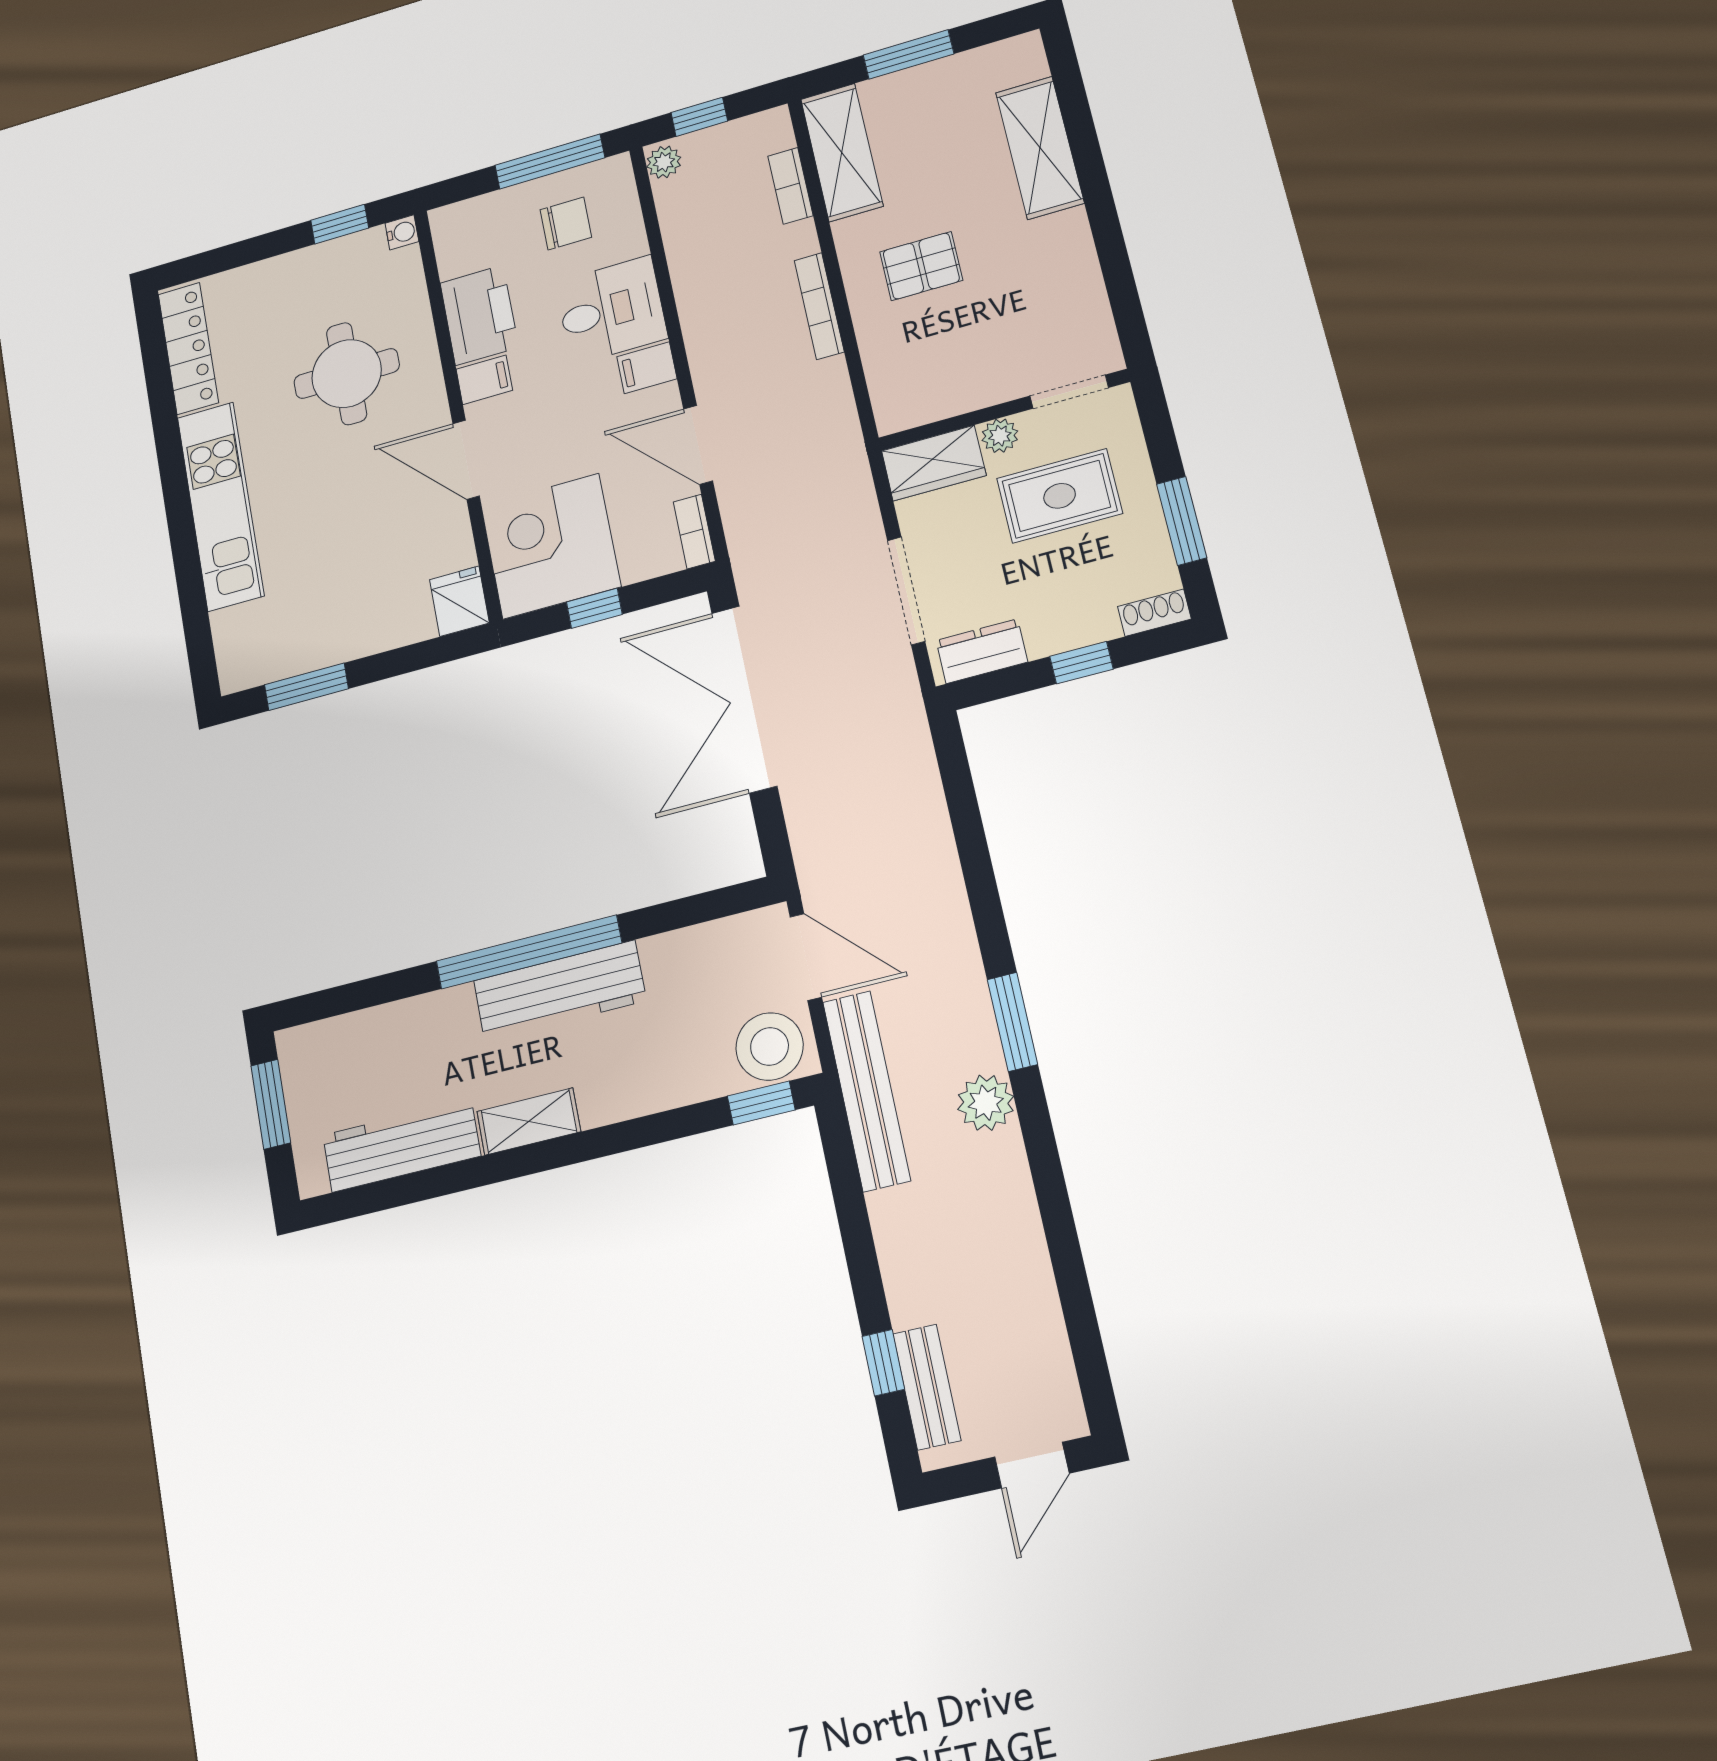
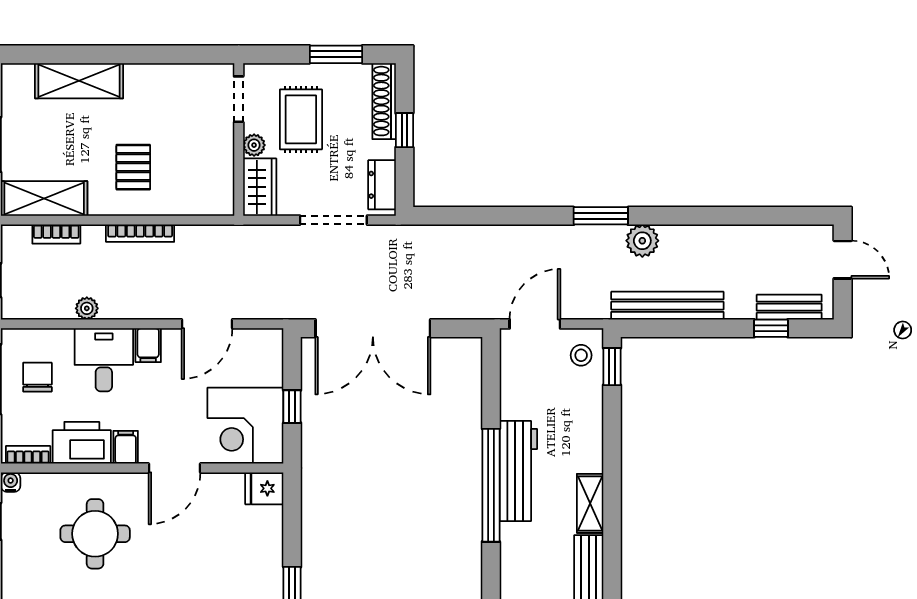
plant: (664, 162) -> (87, 308), moved
bookcase: (694, 531) -> (28, 455), moved, turned 180
shoe rack: (1154, 613) -> (384, 101), width x1.94, depth x1.24
stool: (770, 1047) -> (581, 355), width x0.53, depth x0.53
bench: (866, 1091) -> (667, 306), moved

